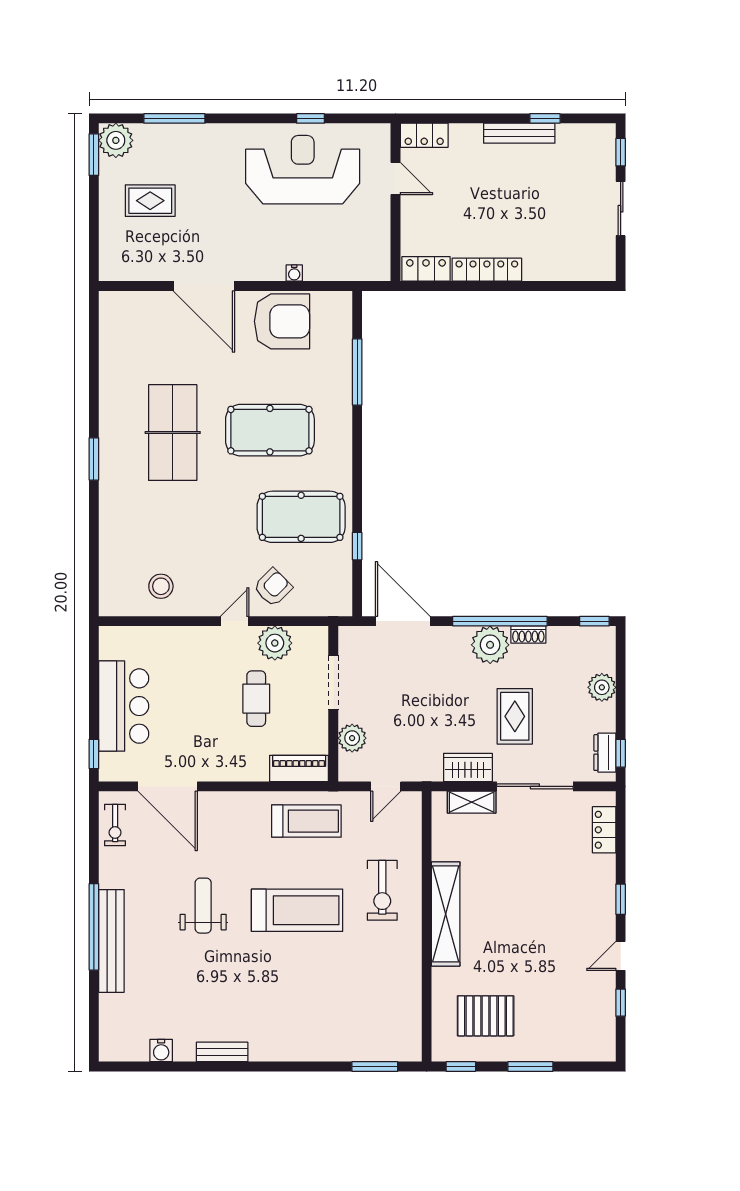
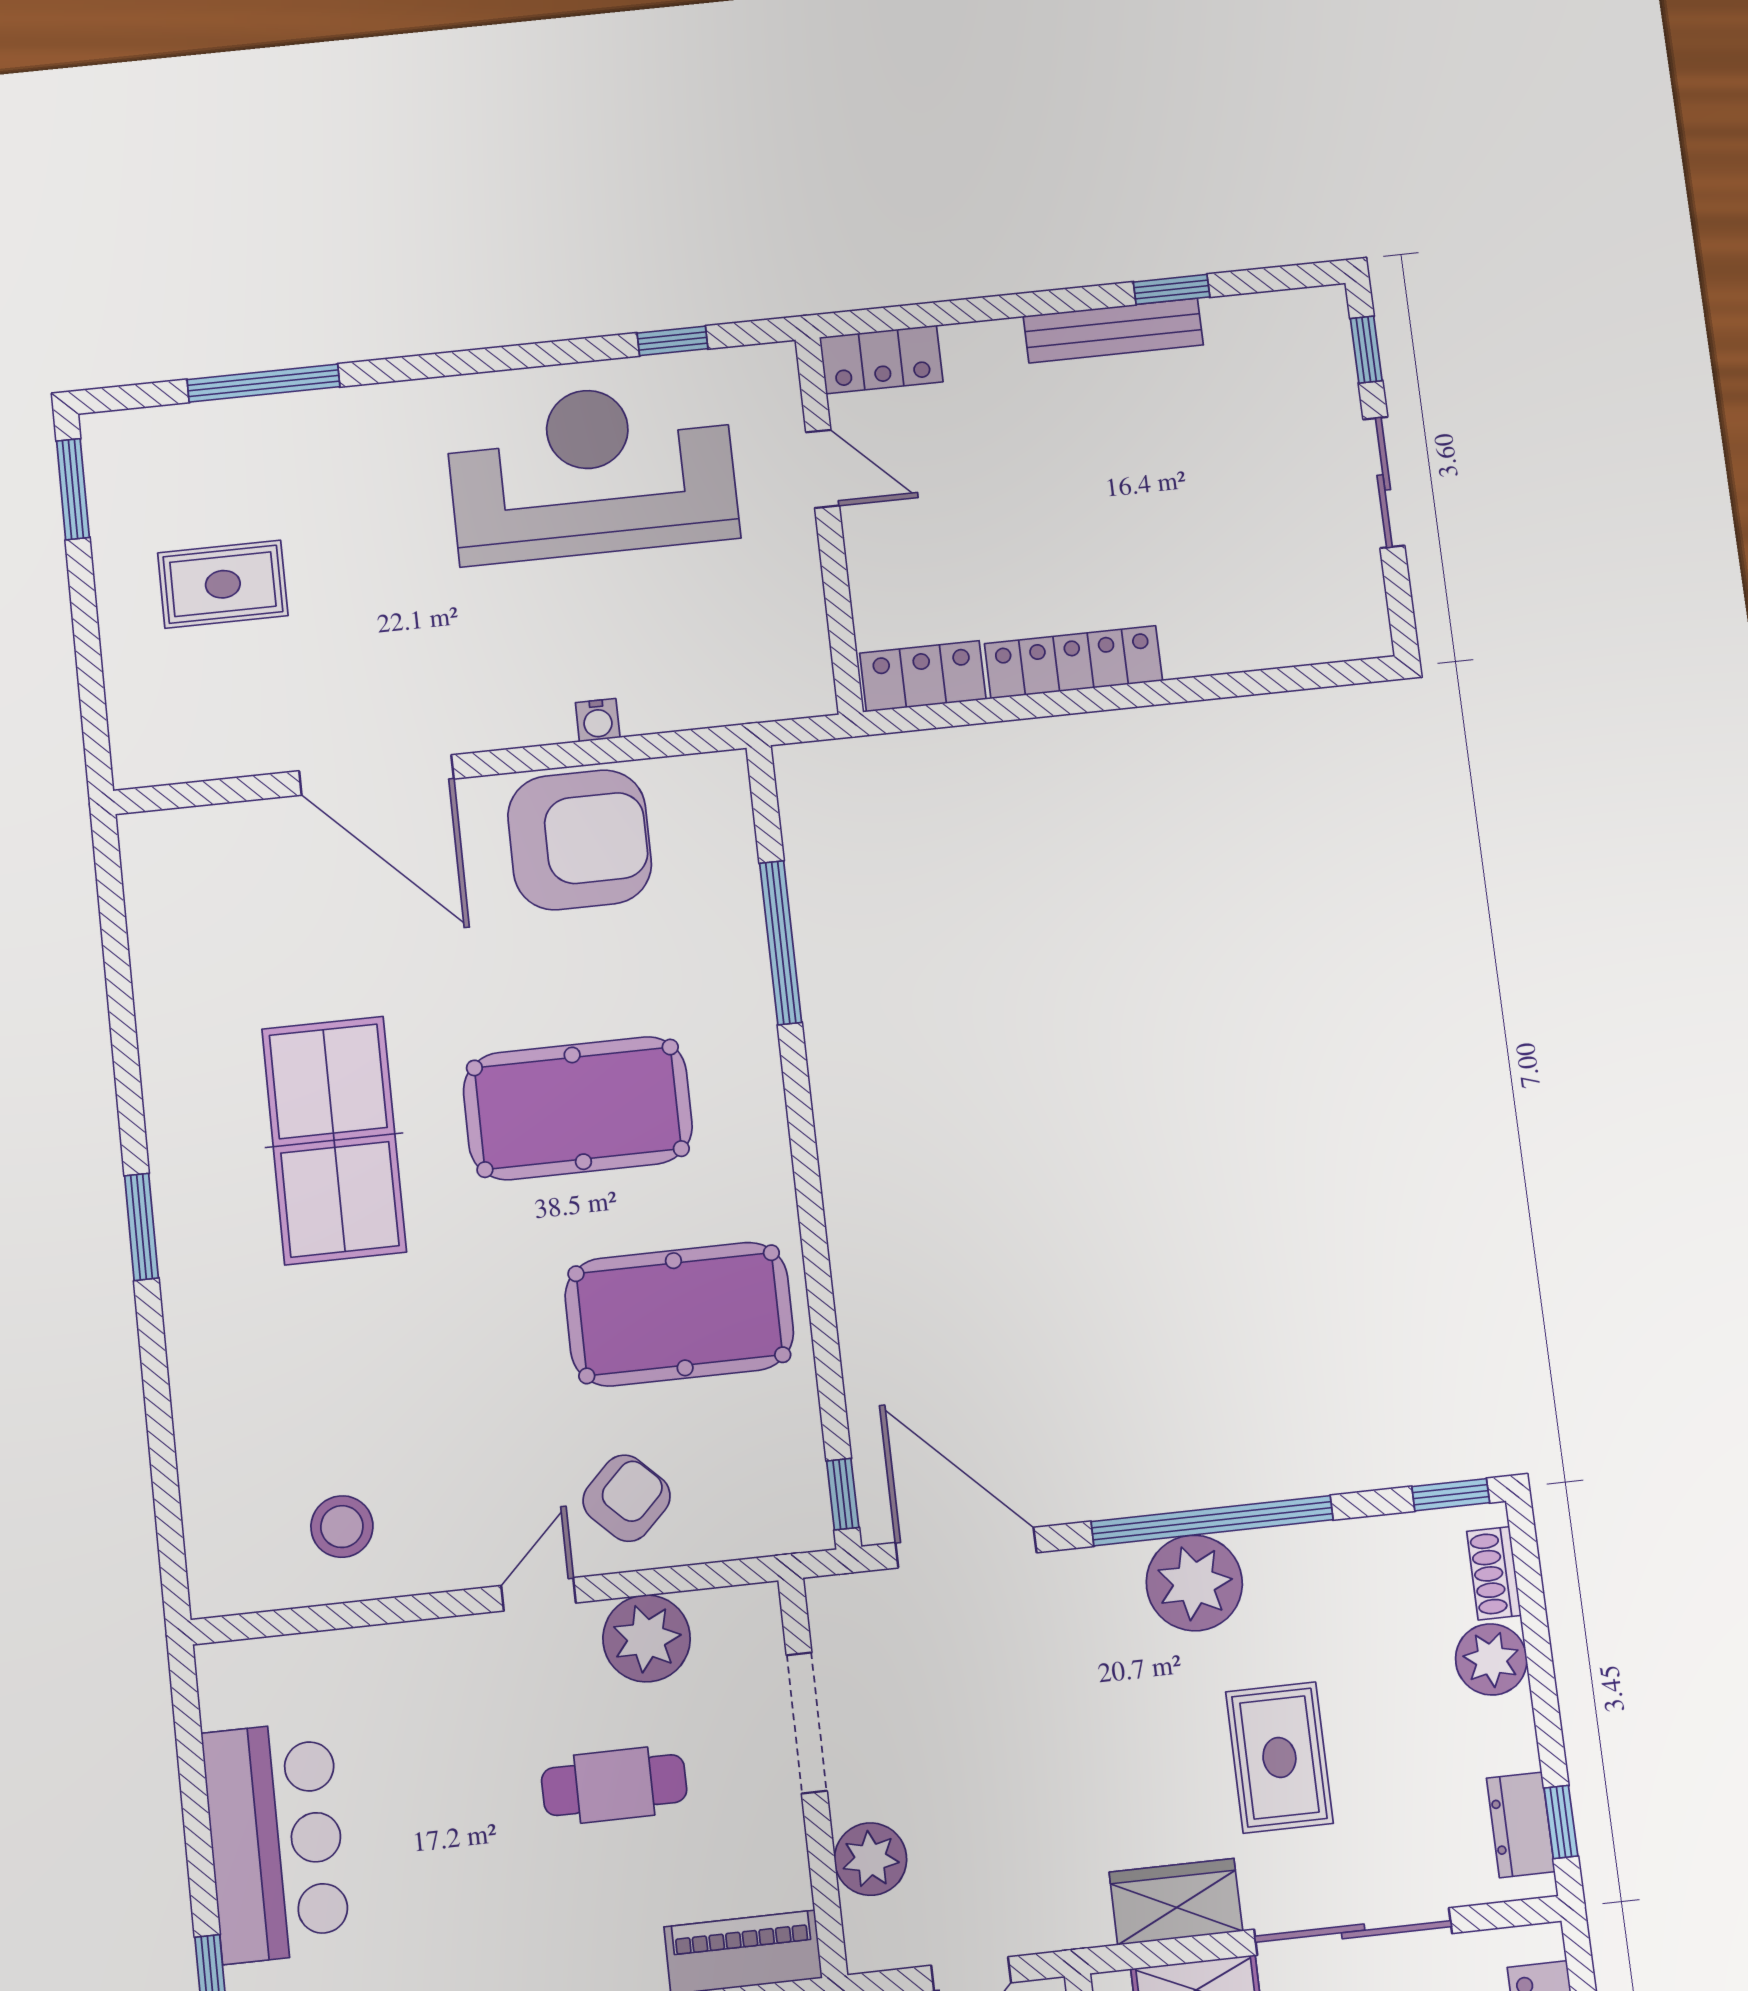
window: (311, 118) -> (673, 341), moved
plant: (116, 140) -> (124, 450), removed
window: (357, 546) -> (843, 1494), moved
shoe rack: (528, 635) -> (1494, 1573), moved, turned 90
cafe table: (256, 699) -> (614, 1785), turned 90

